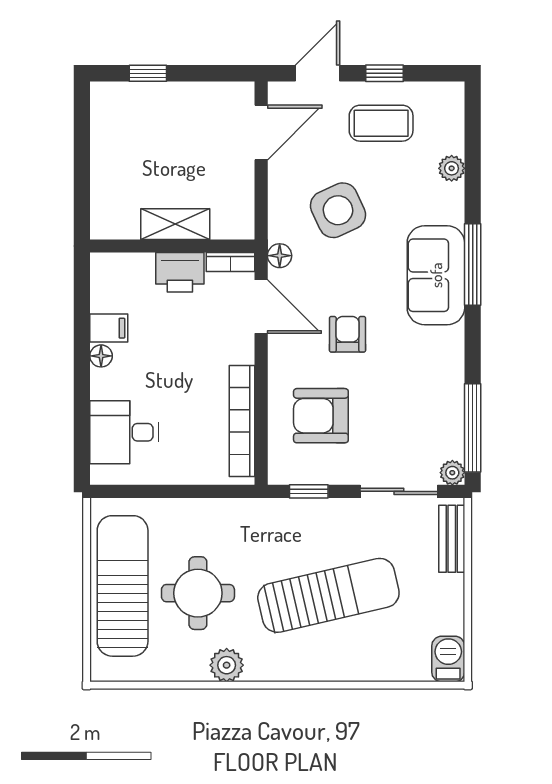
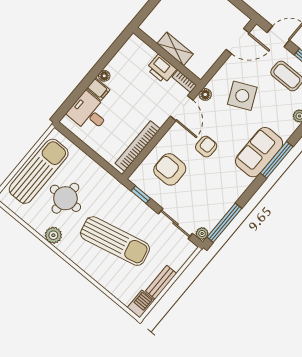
filing cabinet: (109, 328) -> (98, 89), moved
bench: (452, 539) -> (161, 282), moved

